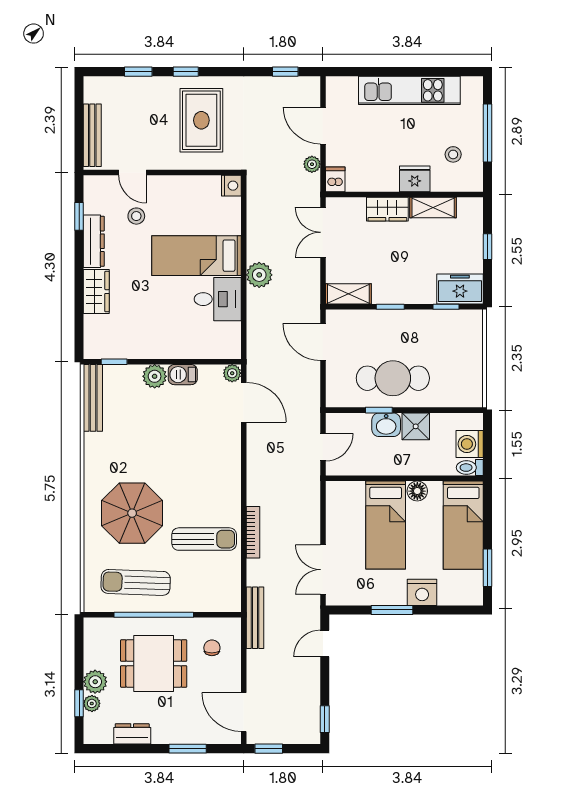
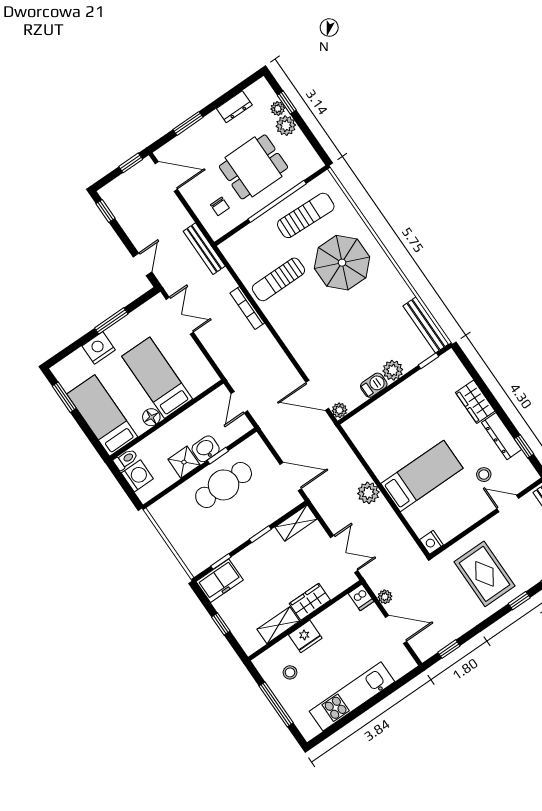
desk: (218, 299) -> (386, 456), removed

